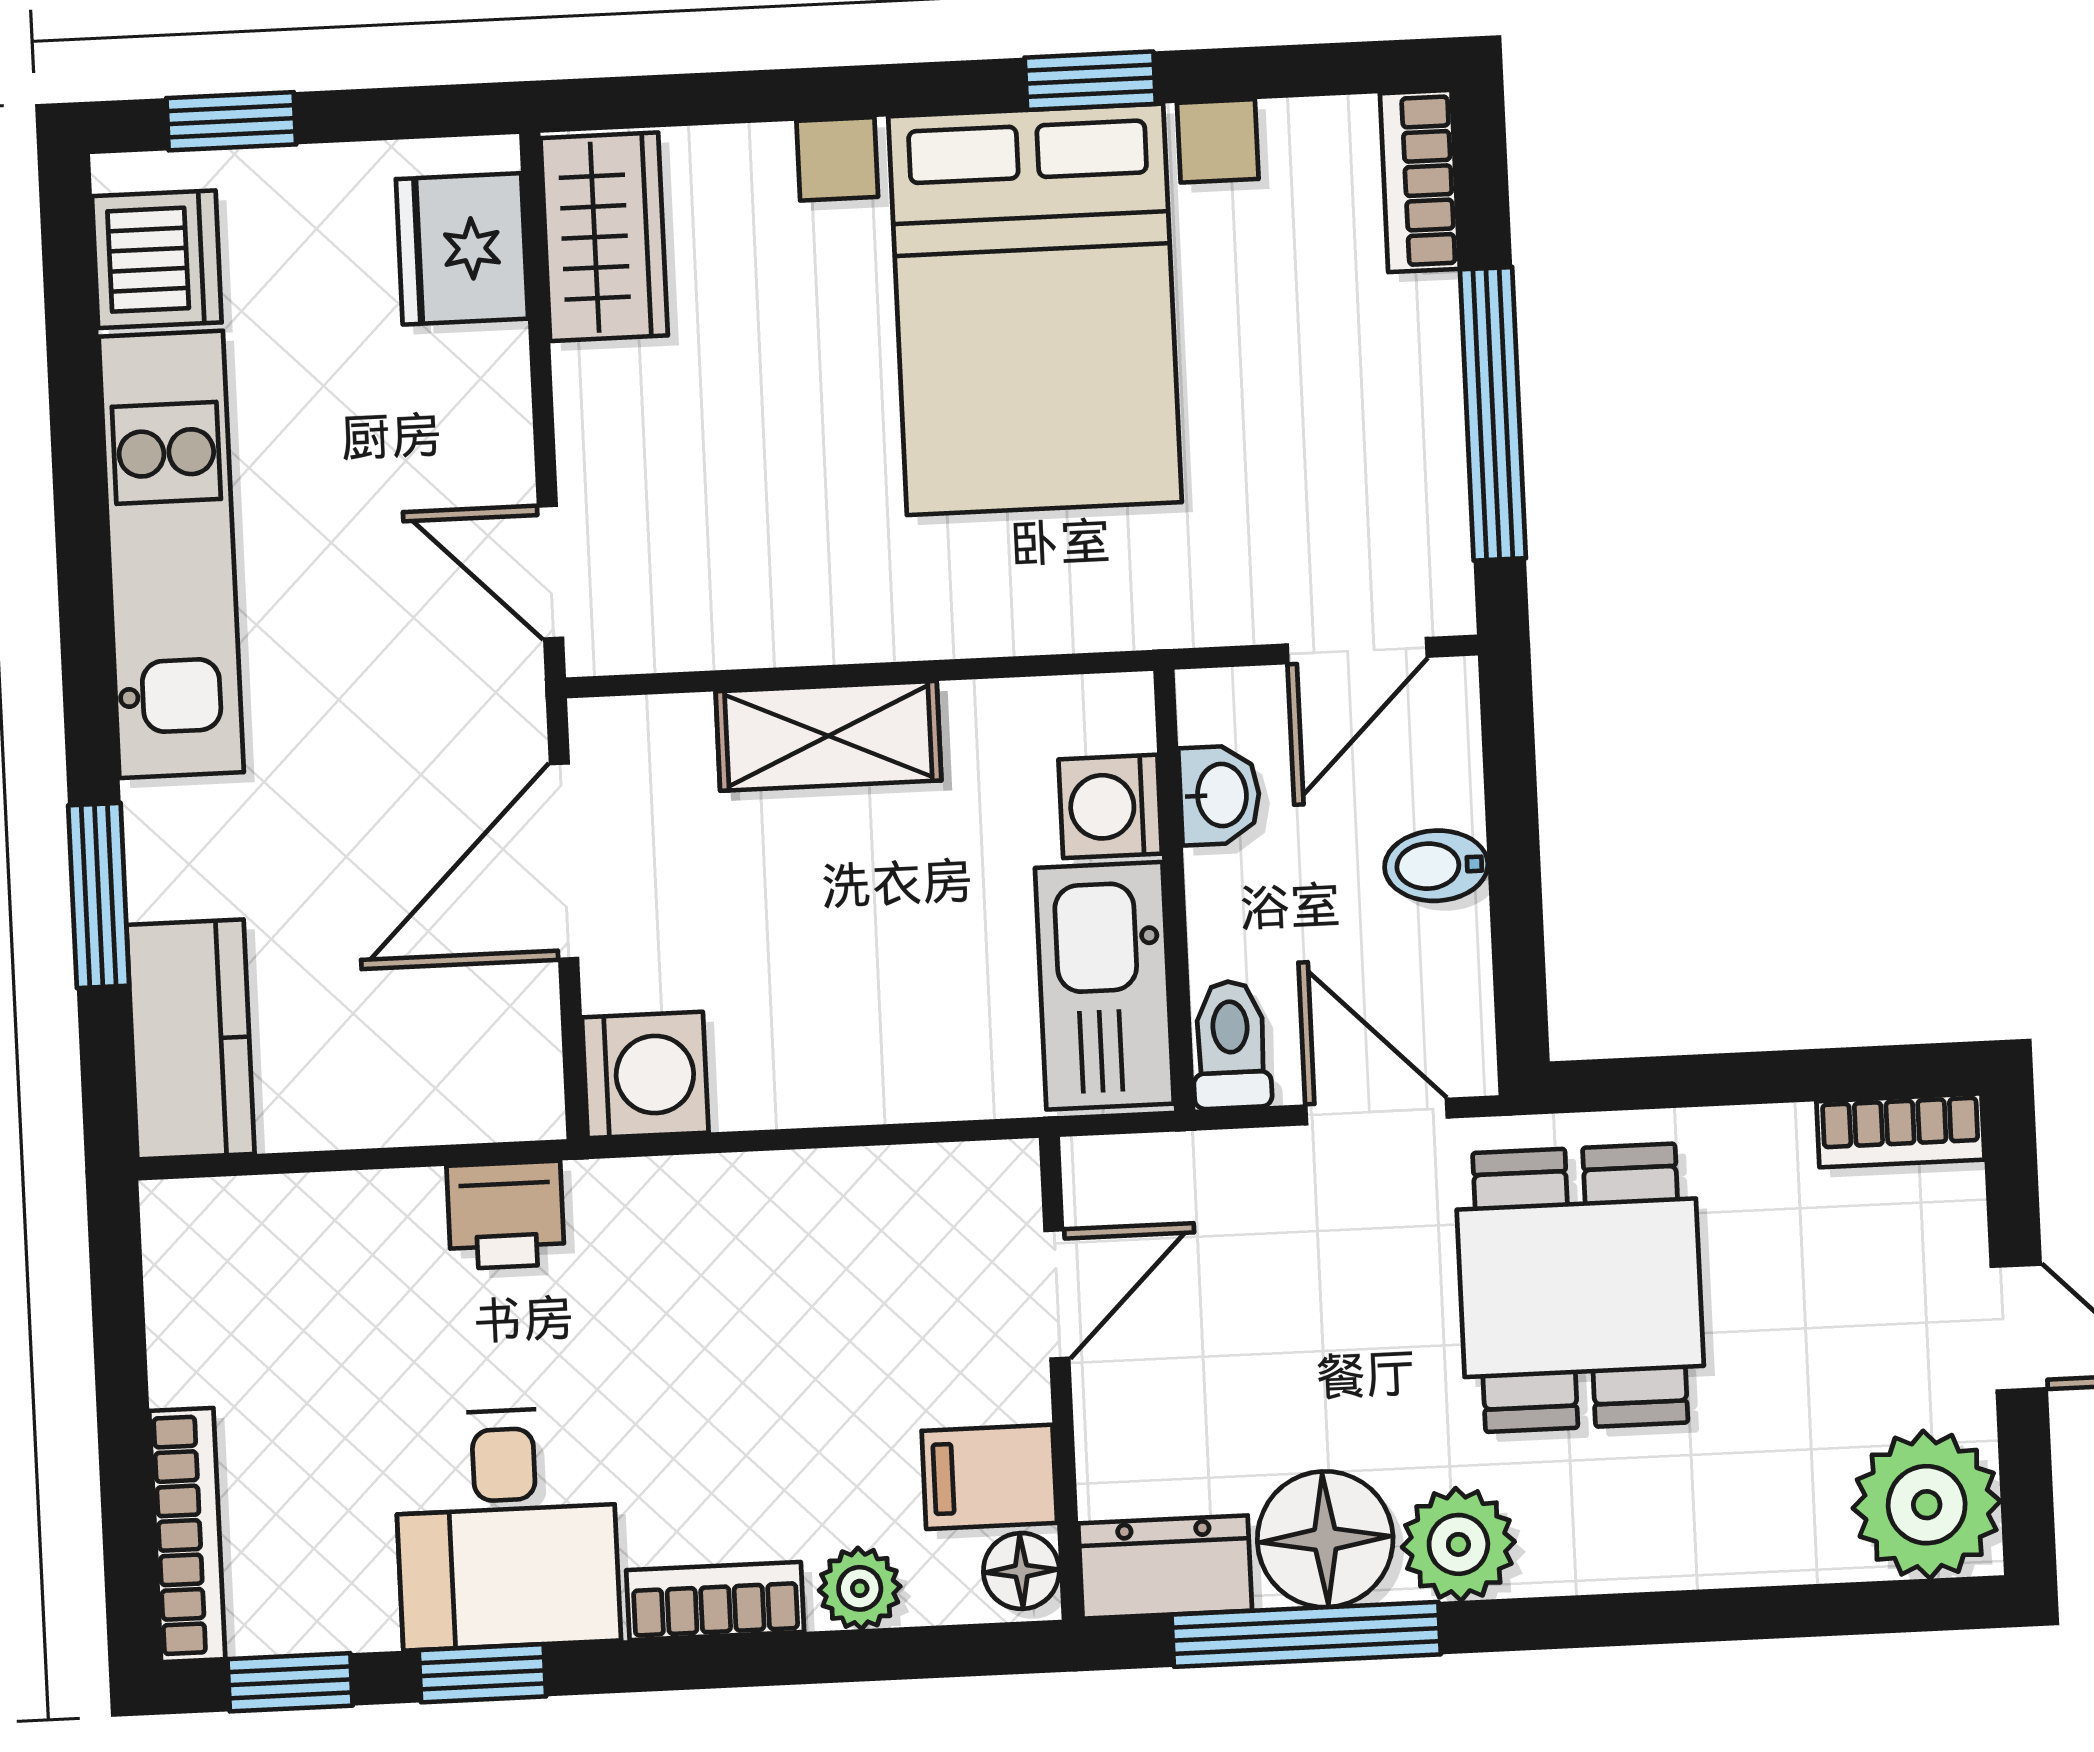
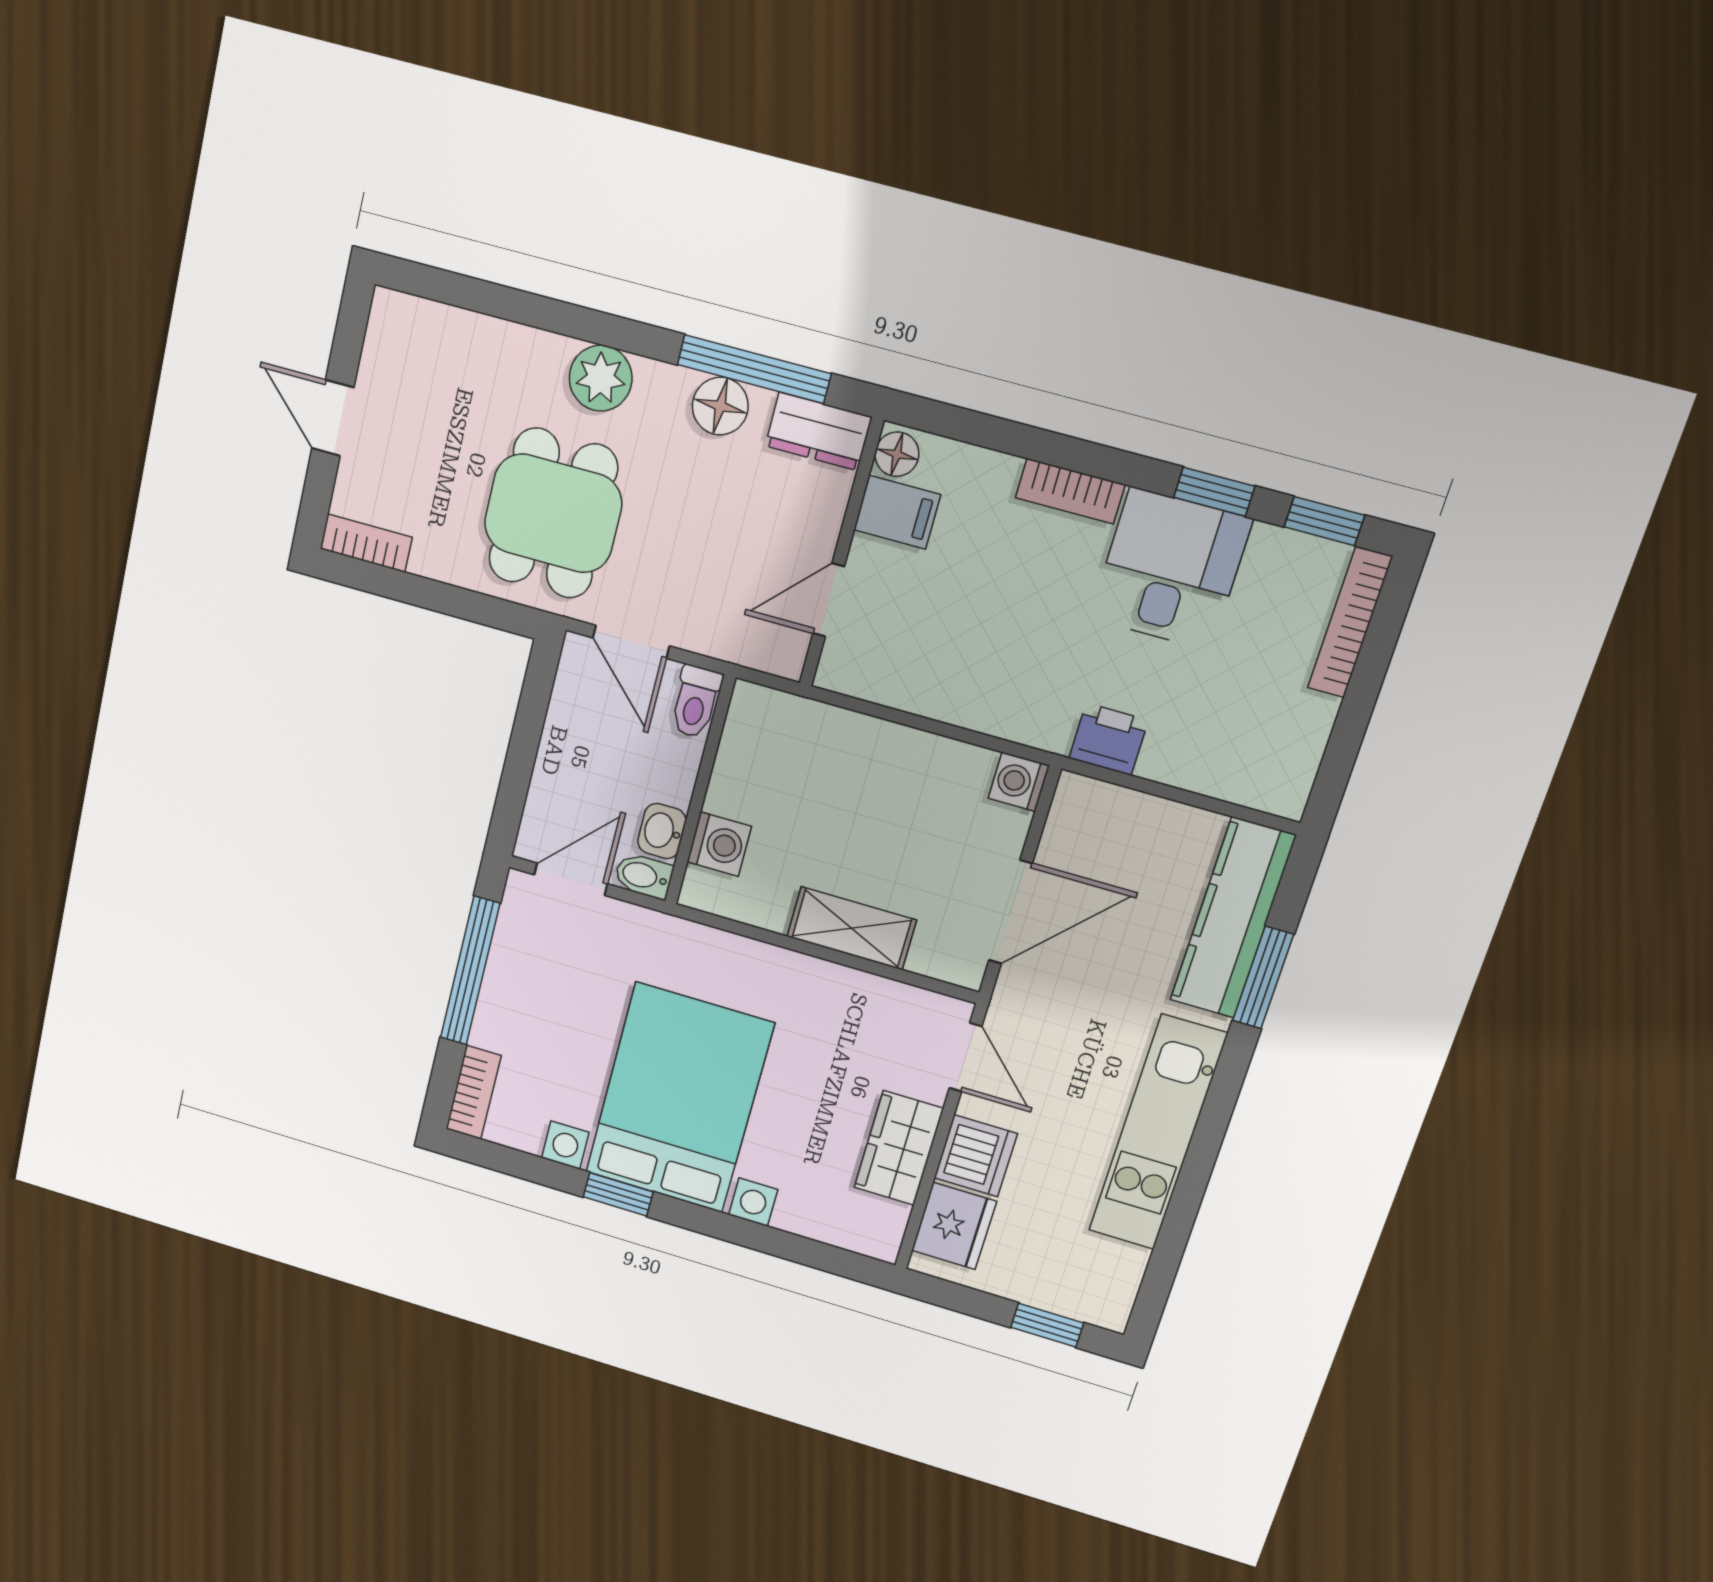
wardrobe: (604, 237) -> (899, 1148), moved
dishwasher: (157, 259) -> (976, 1156), moved, turned 180
bidet: (1436, 866) -> (644, 876), moved, turned 180
kitchen sink: (1104, 986) -> (751, 754), removed
kitchen counter: (190, 1039) -> (1233, 918), width x1.50
washing machine: (645, 1075) -> (1019, 782), width x0.73, depth x0.73
plant: (1927, 1505) -> (405, 336), removed
floor lamp: (1325, 1539) -> (720, 406), width x0.73, depth x0.73
plant: (1458, 1544) -> (601, 378), moved
plant: (860, 1588) -> (988, 473), removed

